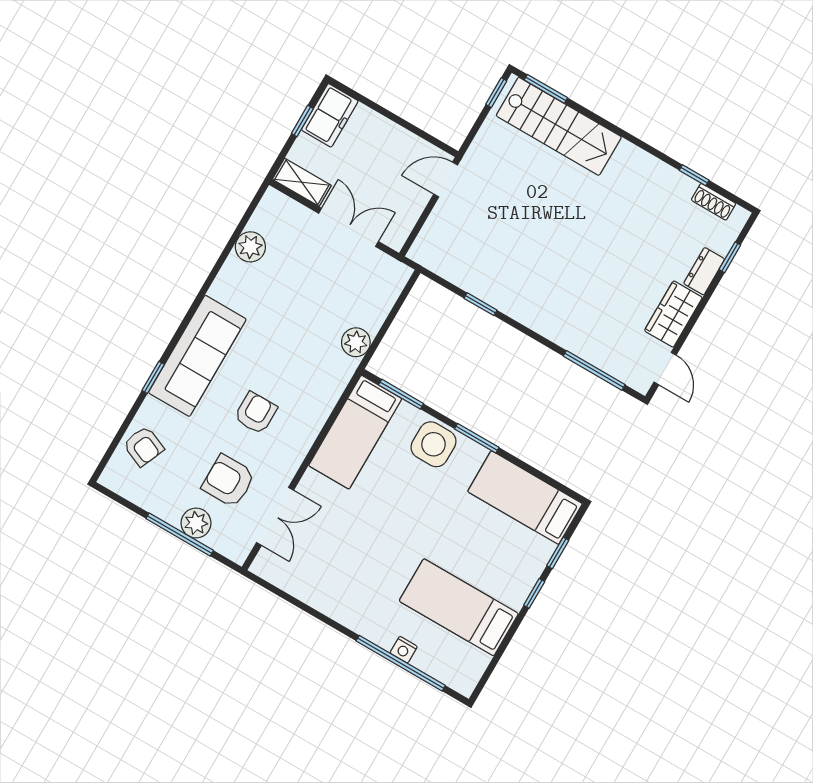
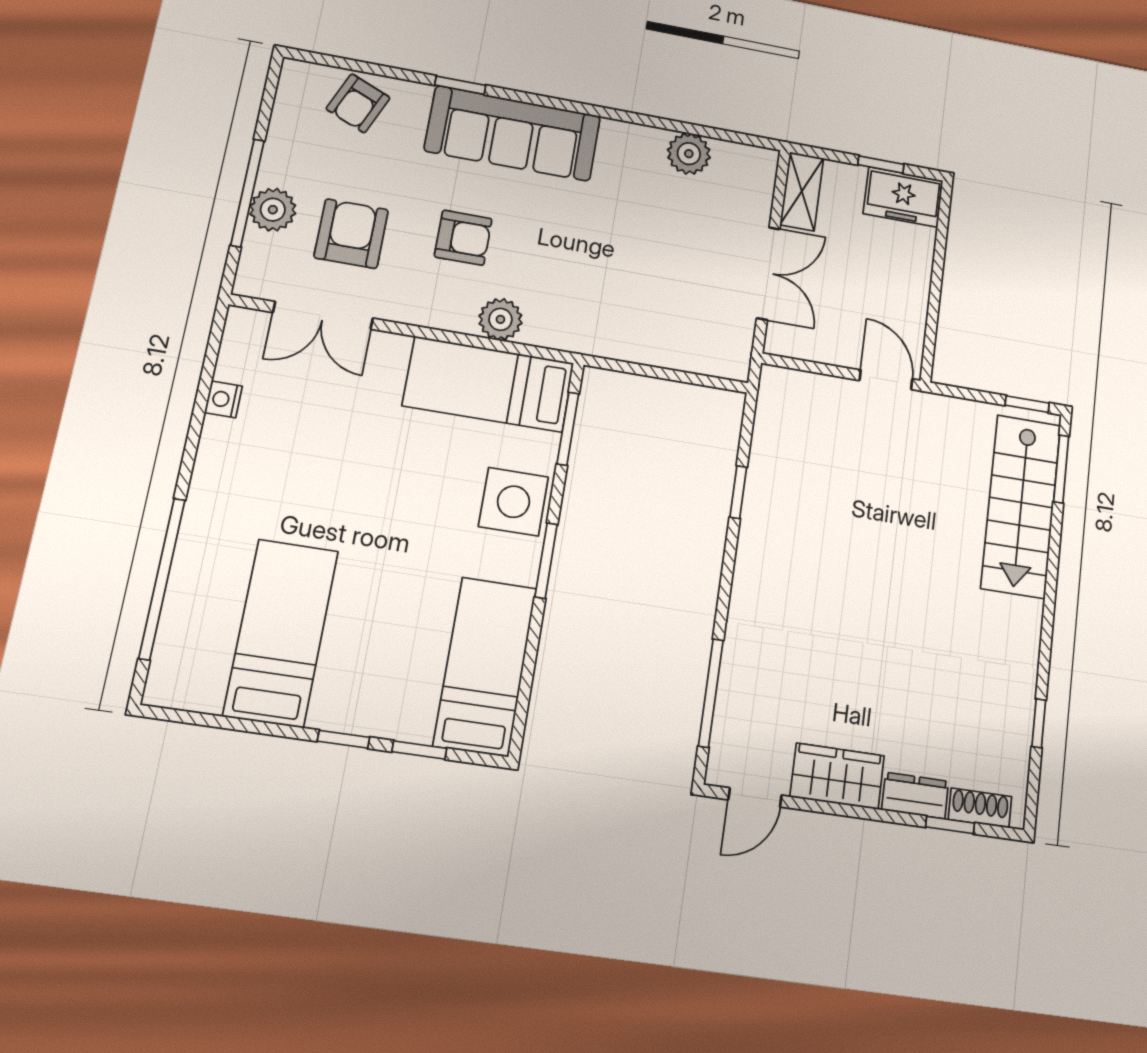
shoe rack: (714, 202) -> (980, 808), moved, turned 90
plant: (356, 342) -> (500, 319), moved
nightstand: (404, 650) -> (223, 399), moved

